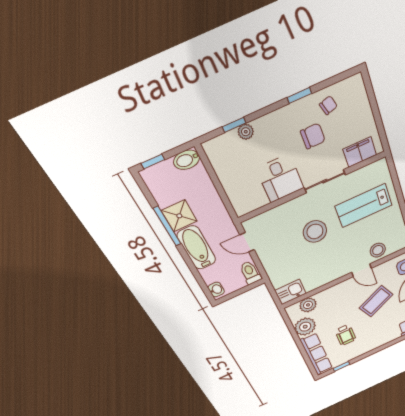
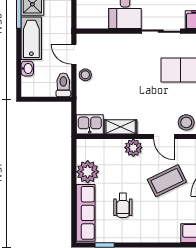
stool: (315, 231) -> (85, 75), moved, width x0.53, depth x0.53
shelving: (320, 281) -> (121, 127), added
washbasin: (216, 290) -> (27, 69), moved
plant: (308, 305) -> (133, 148), moved

